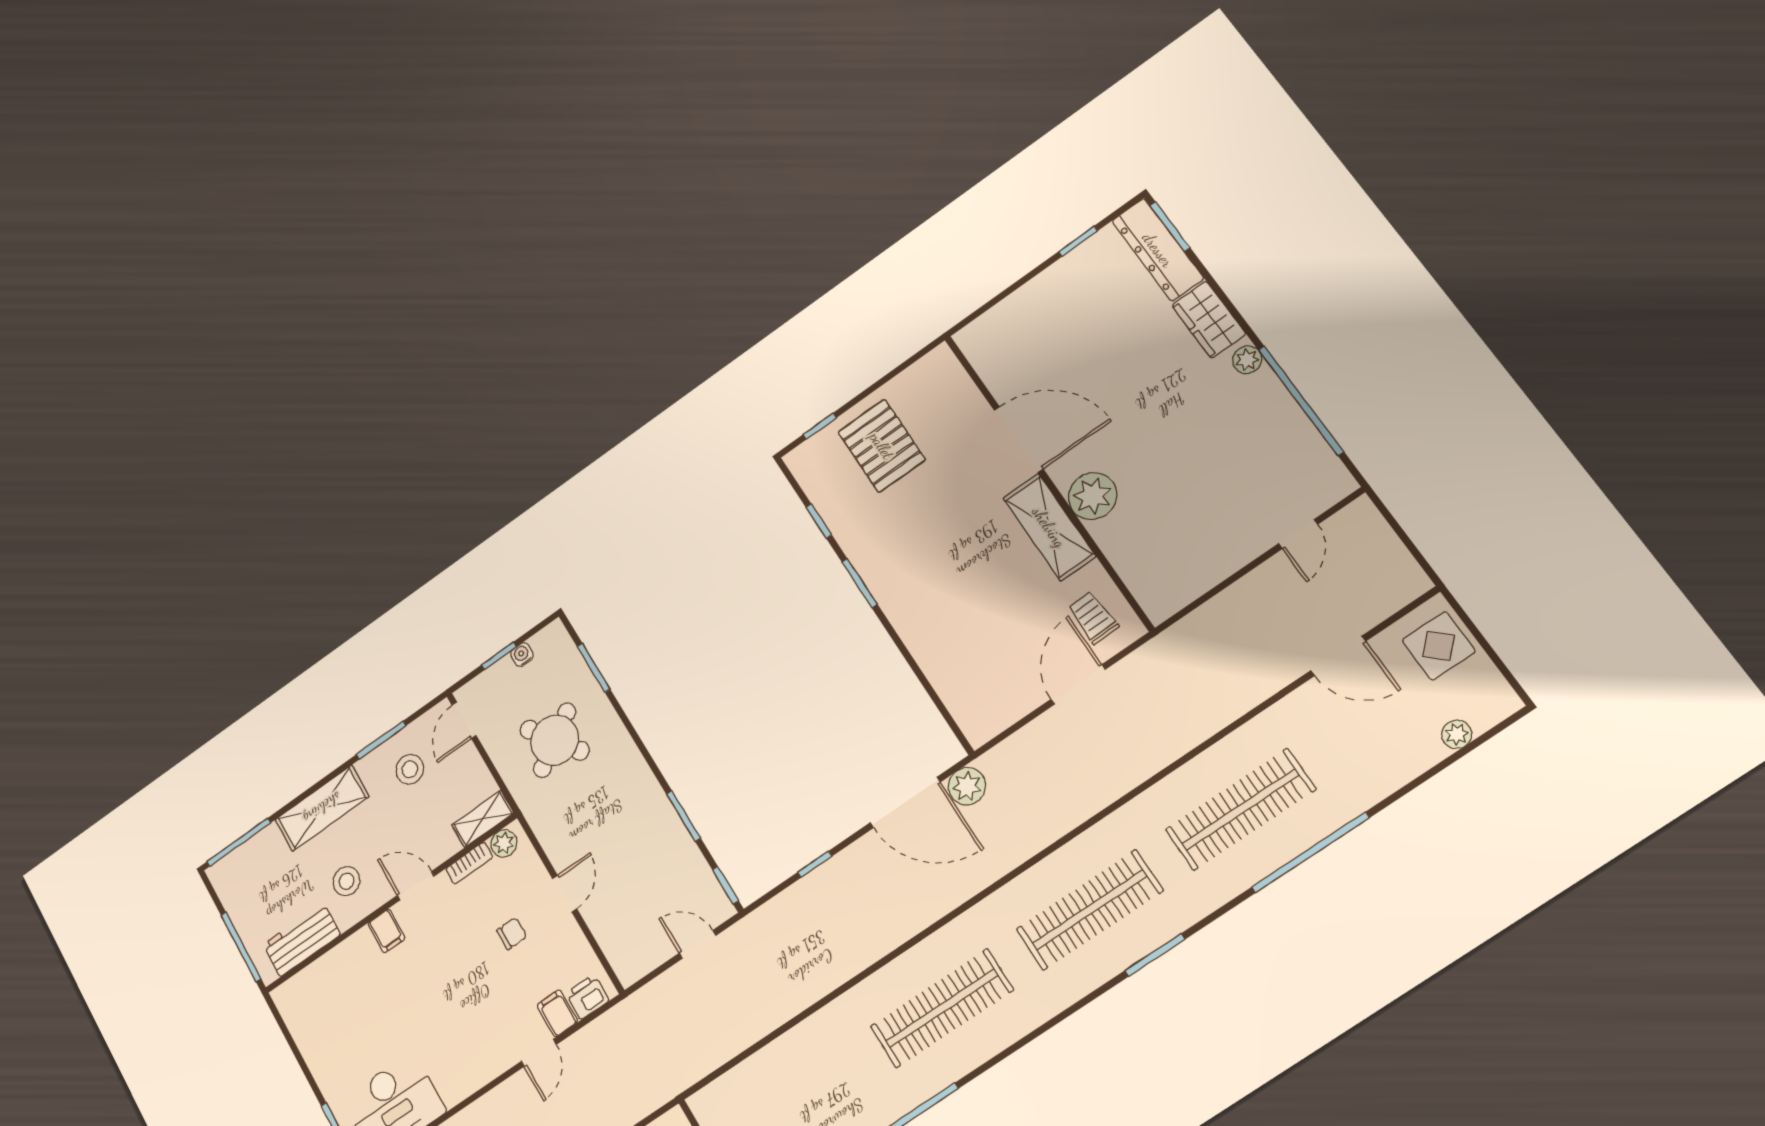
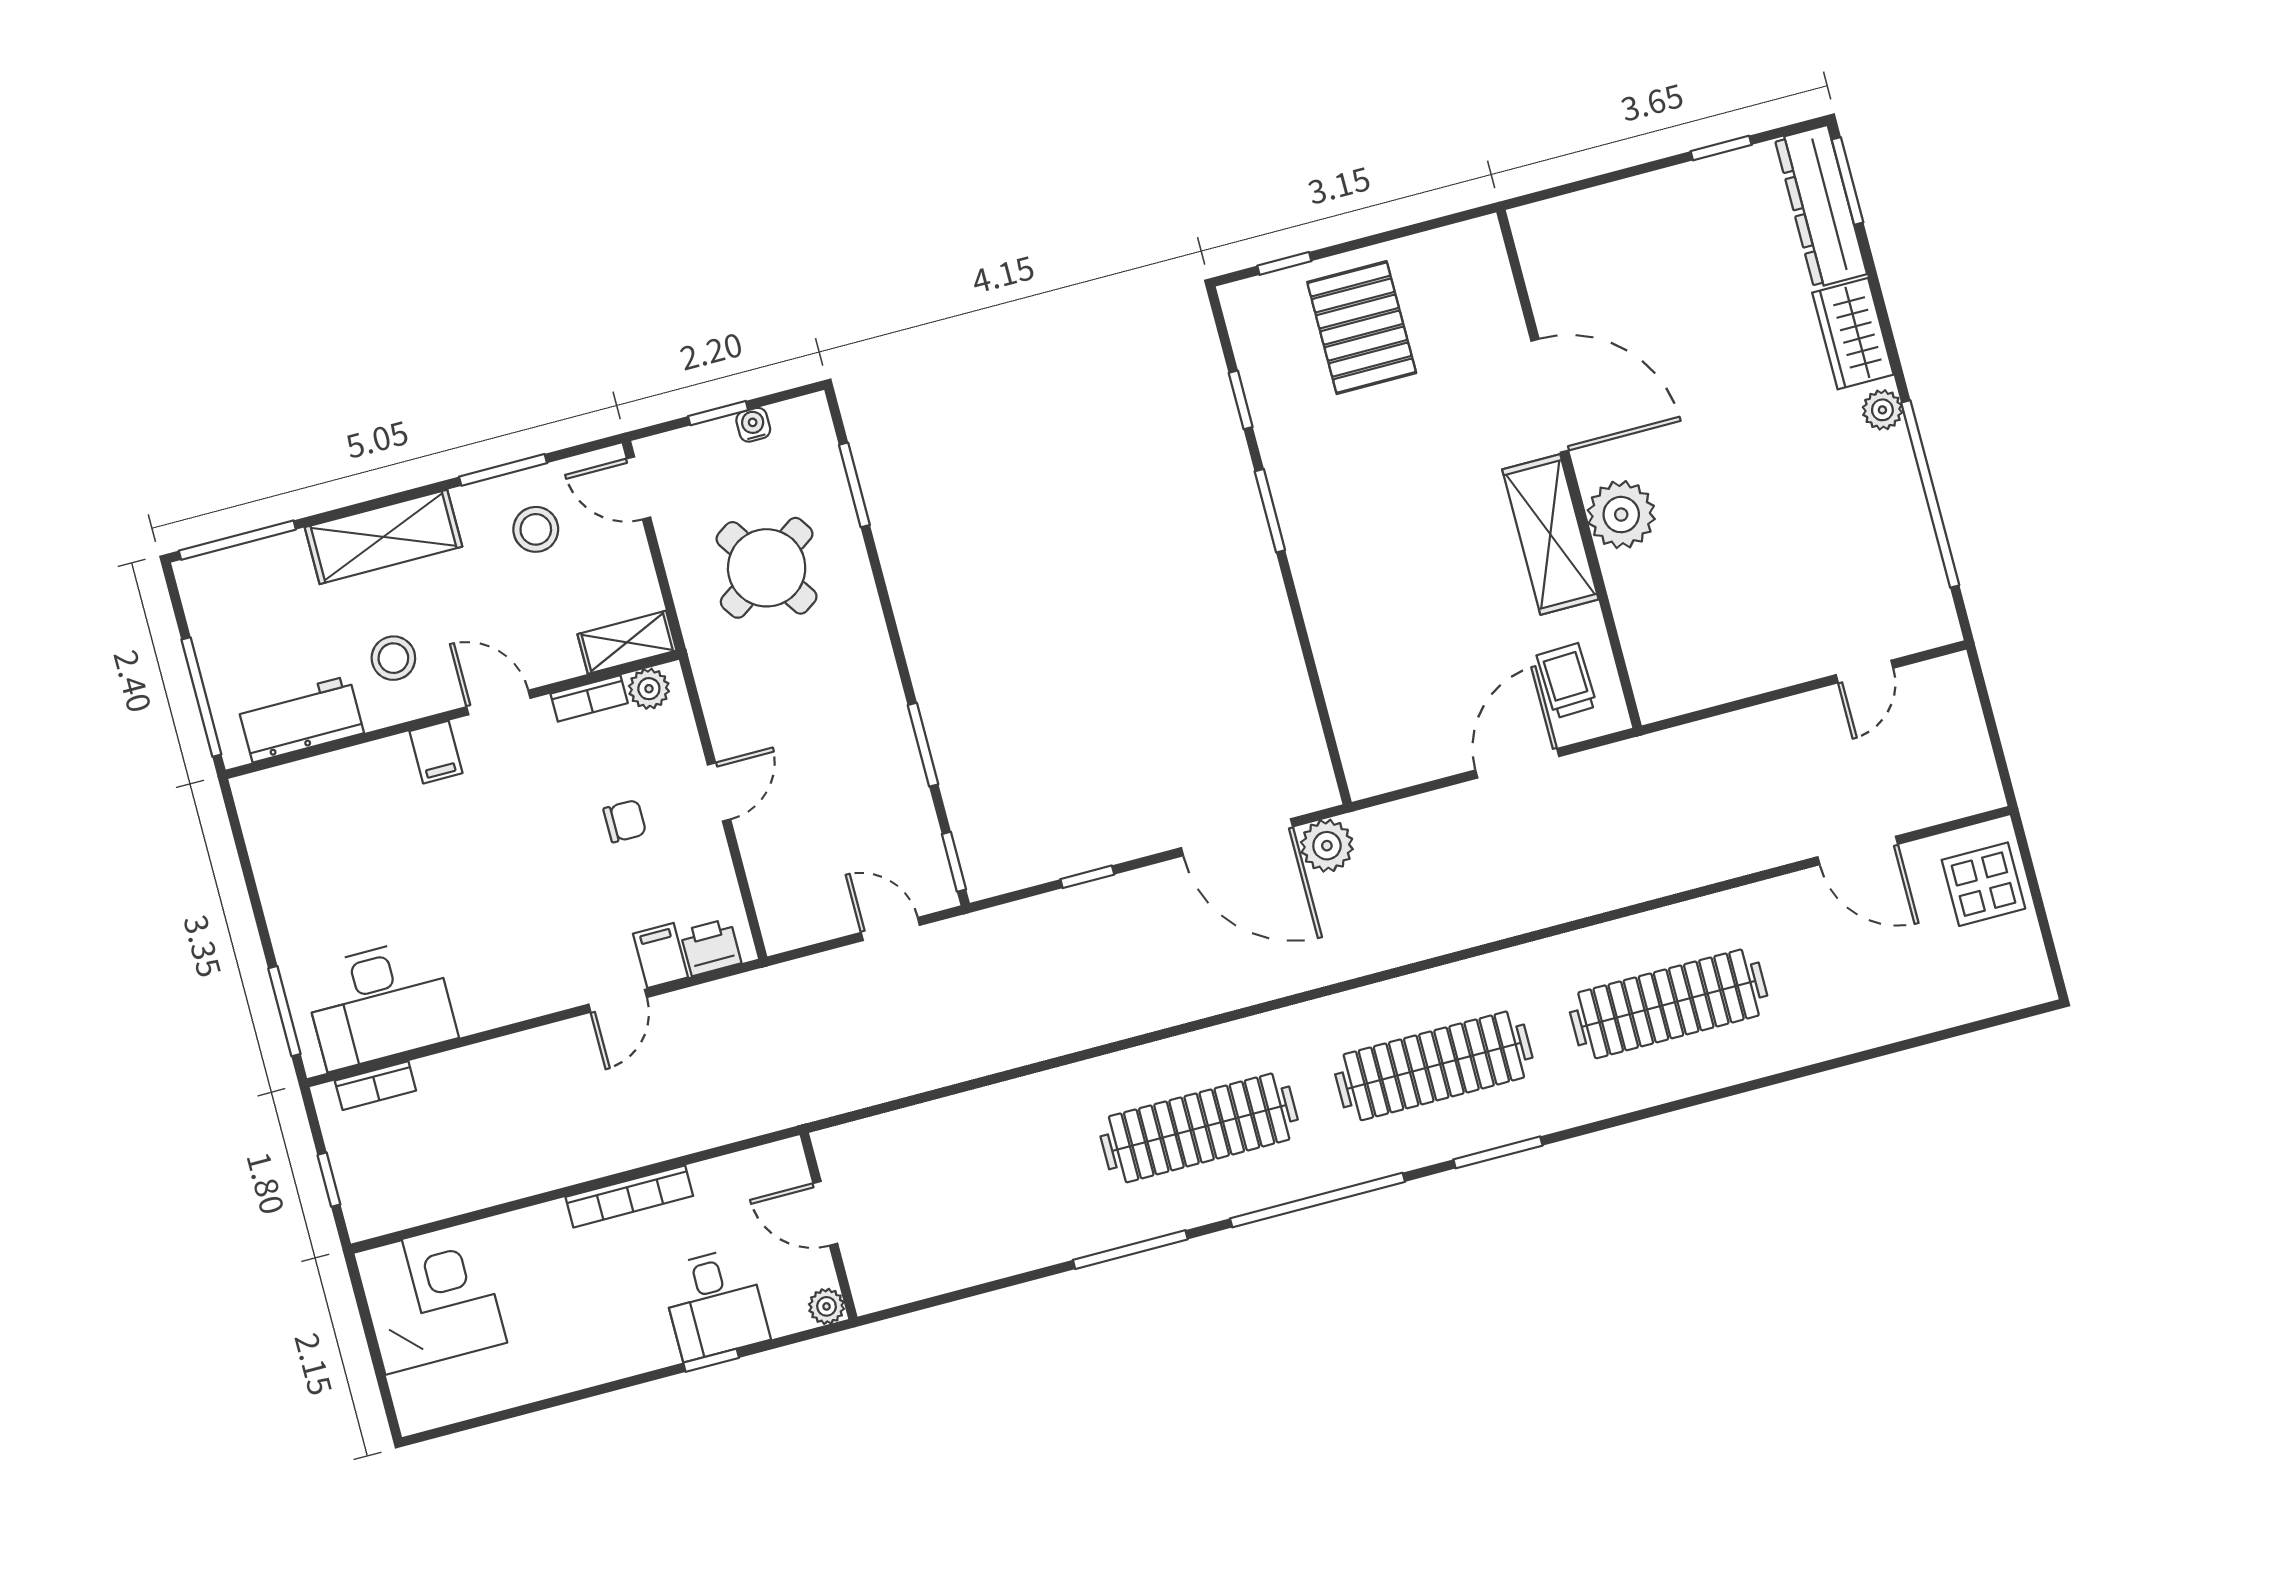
door: (464, 720) -> (639, 488), hinge flipped
plant: (1457, 734) -> (1964, 1005), removed
window: (1310, 852) -> (1317, 1200), moved

